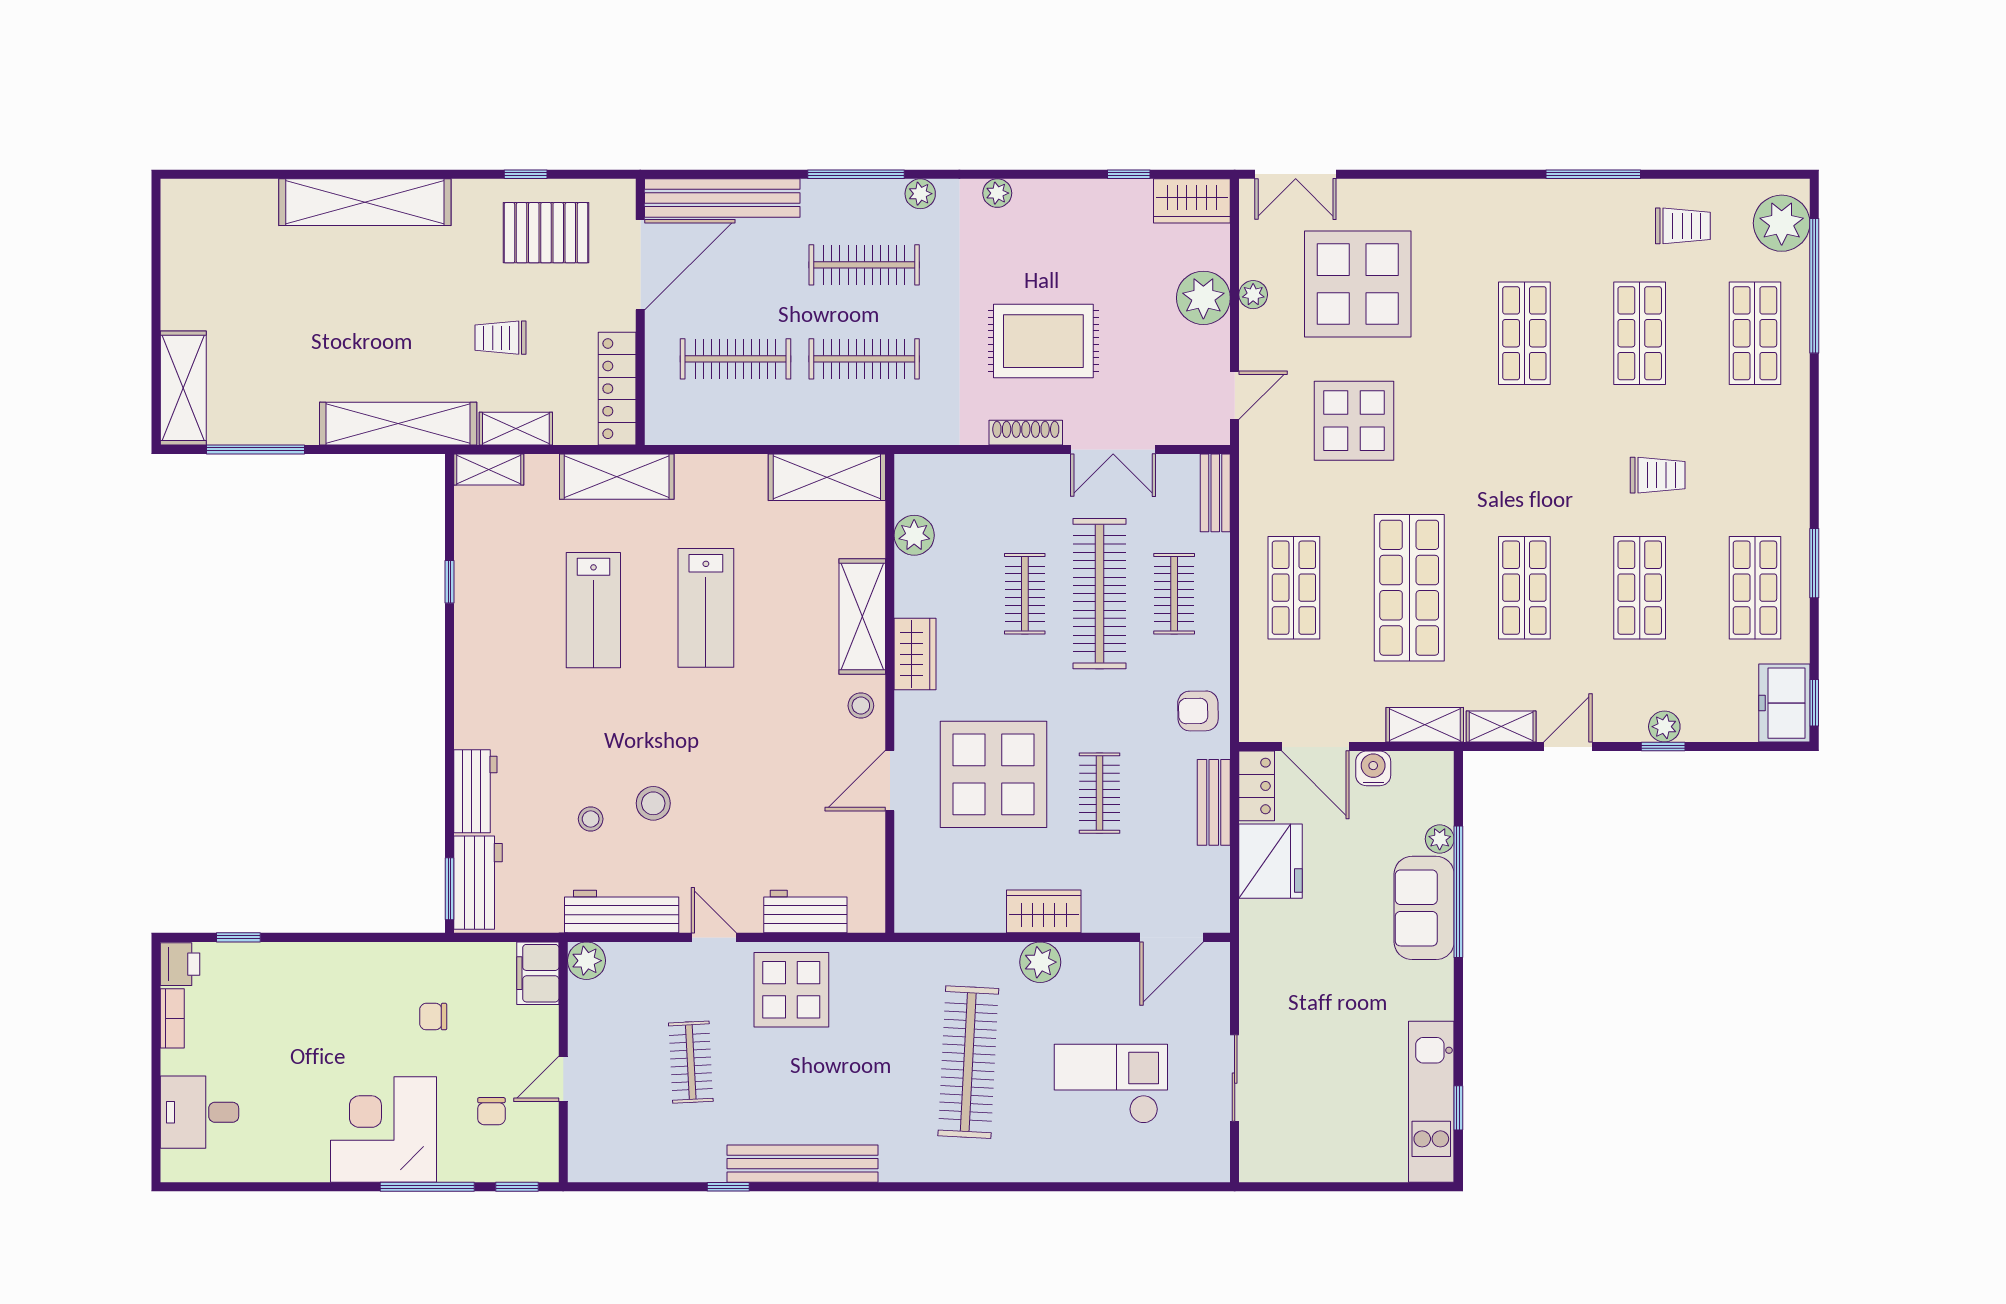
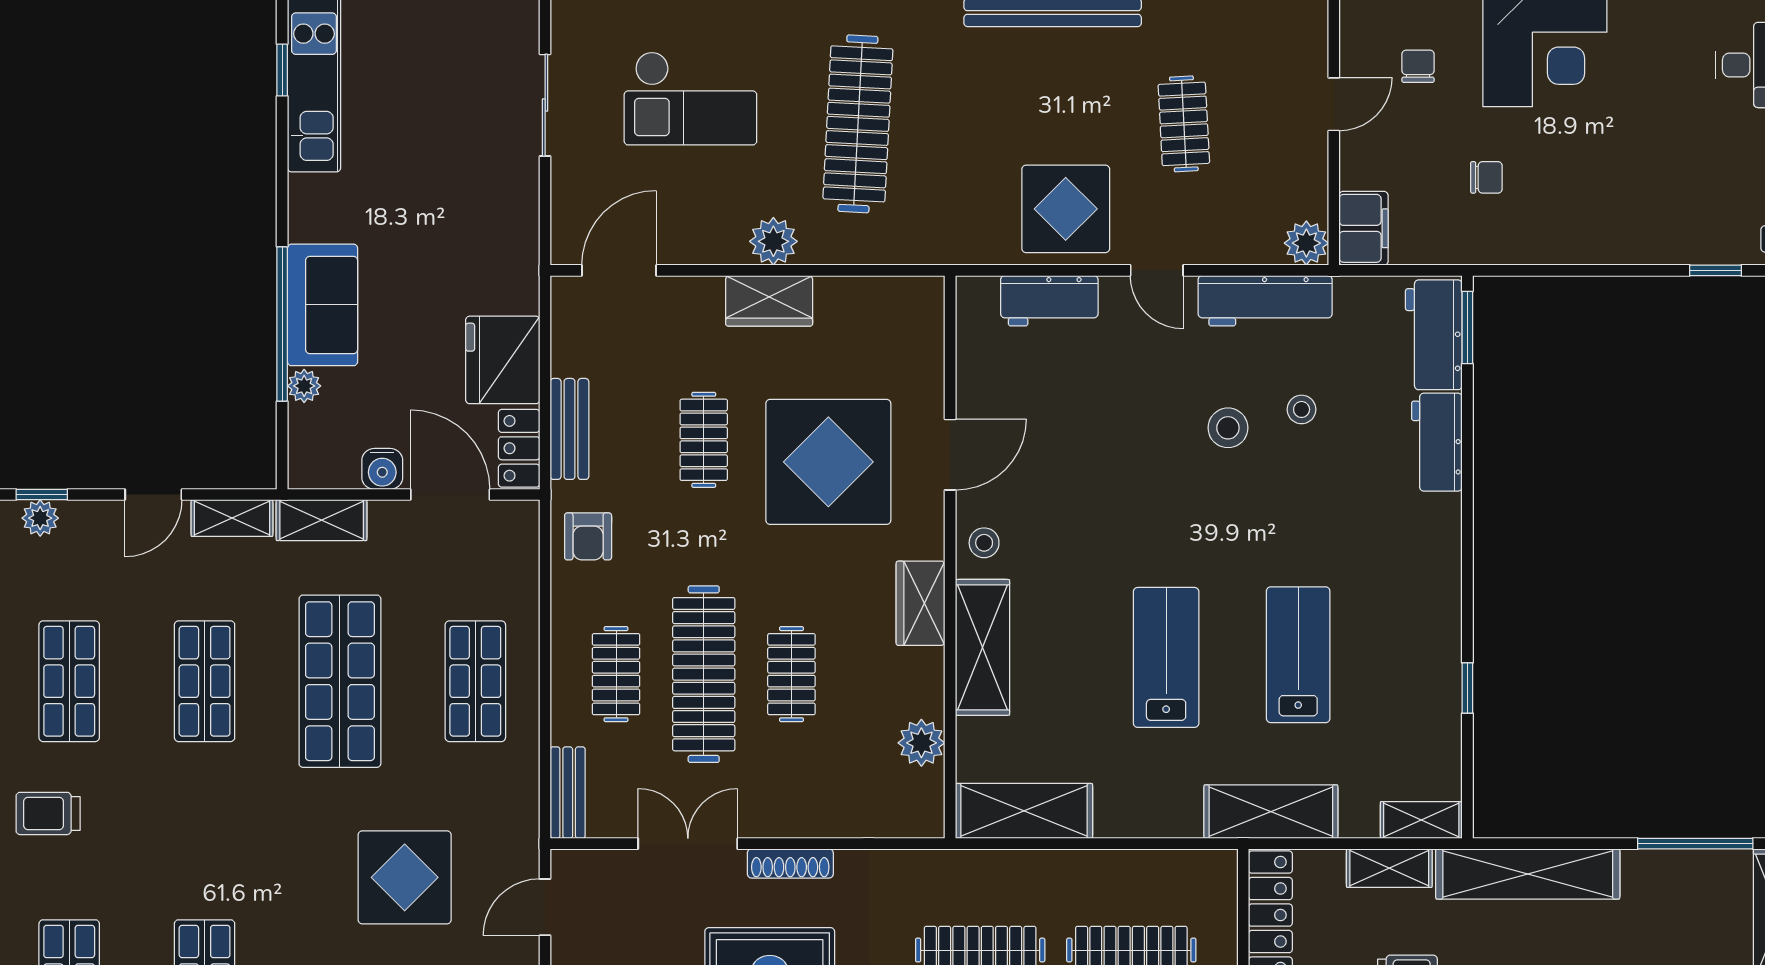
armchair: (1198, 711) -> (588, 536), turned 91

